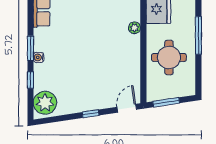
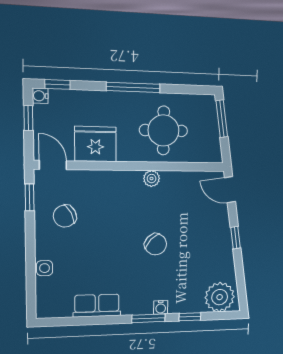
plant: (135, 28) -> (152, 179), moved
chair: (86, 53) -> (156, 244), added
window: (166, 102) -> (222, 119), moved

